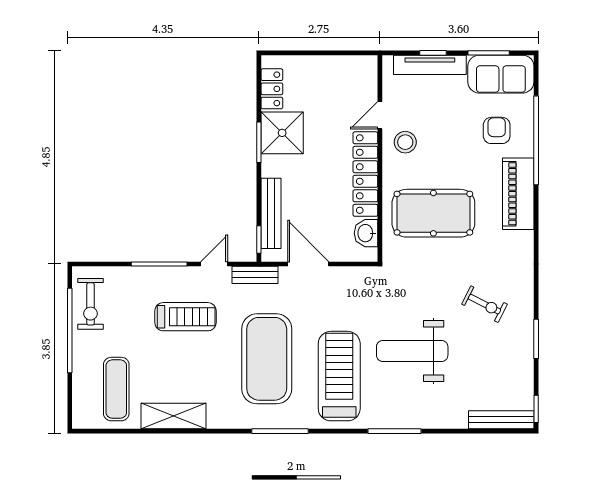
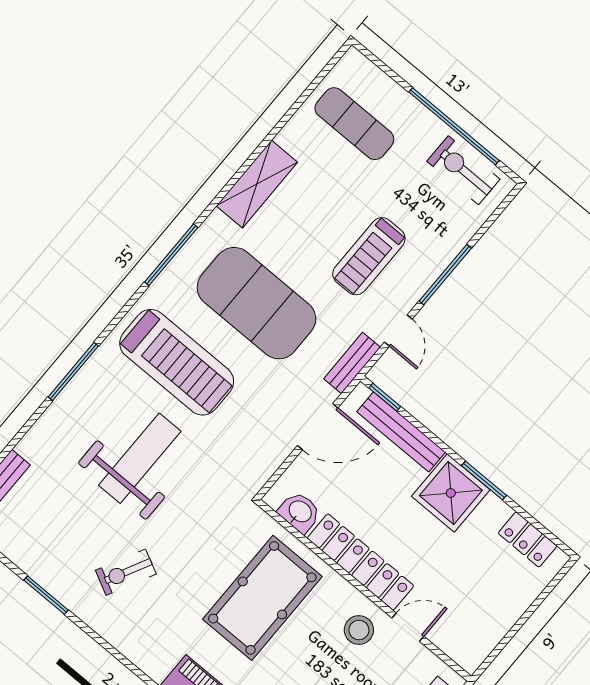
door: (380, 115) -> (408, 627), hinge flipped
shower: (282, 133) -> (451, 493), moved
shelving: (173, 416) -> (257, 184), moved

